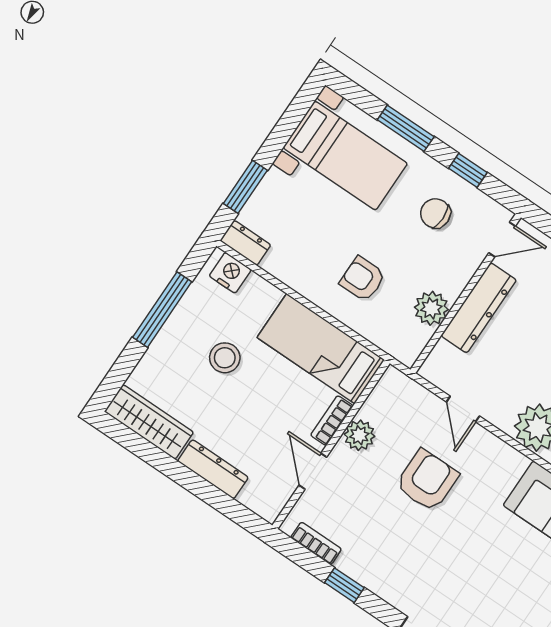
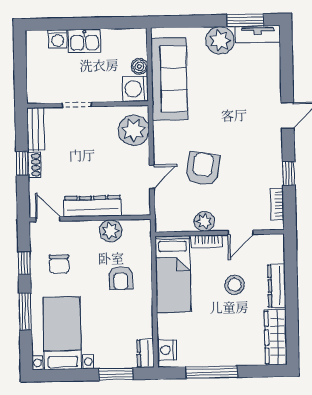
stool: (225, 358) -> (235, 285), moved
armchair: (427, 480) -> (203, 169), turned 100

